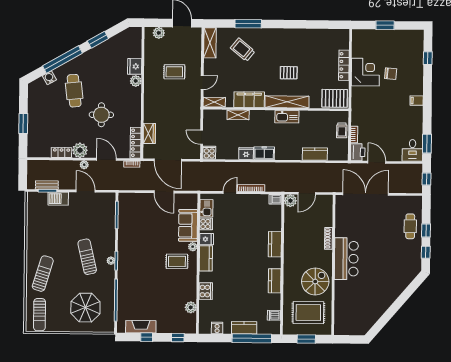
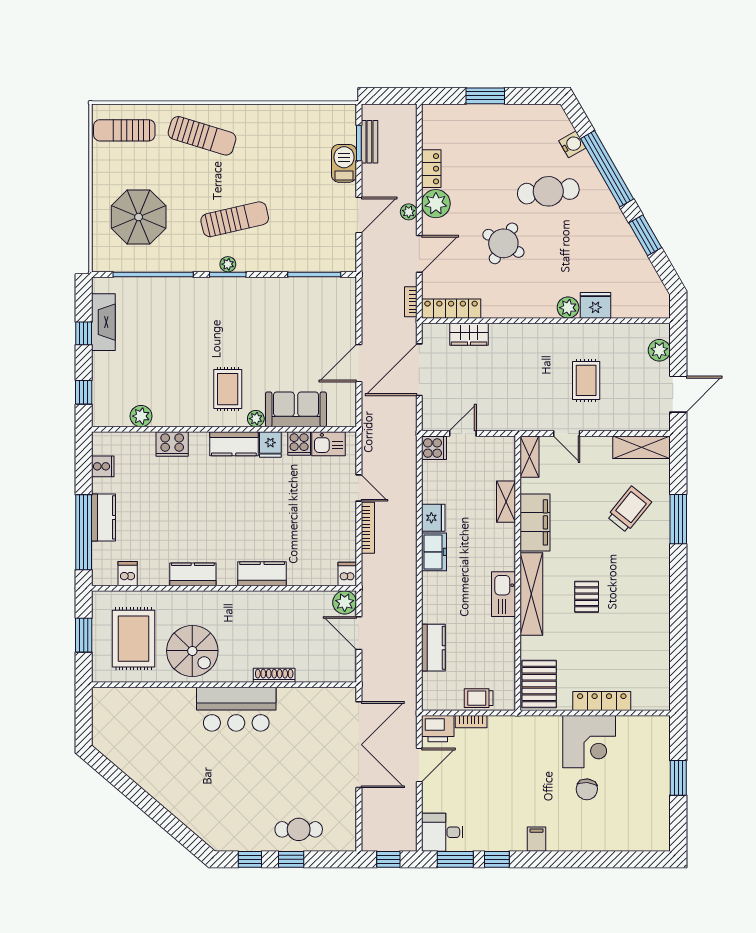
window: (428, 58) -> (497, 859), moved
round table: (101, 115) -> (503, 243), turned 30

